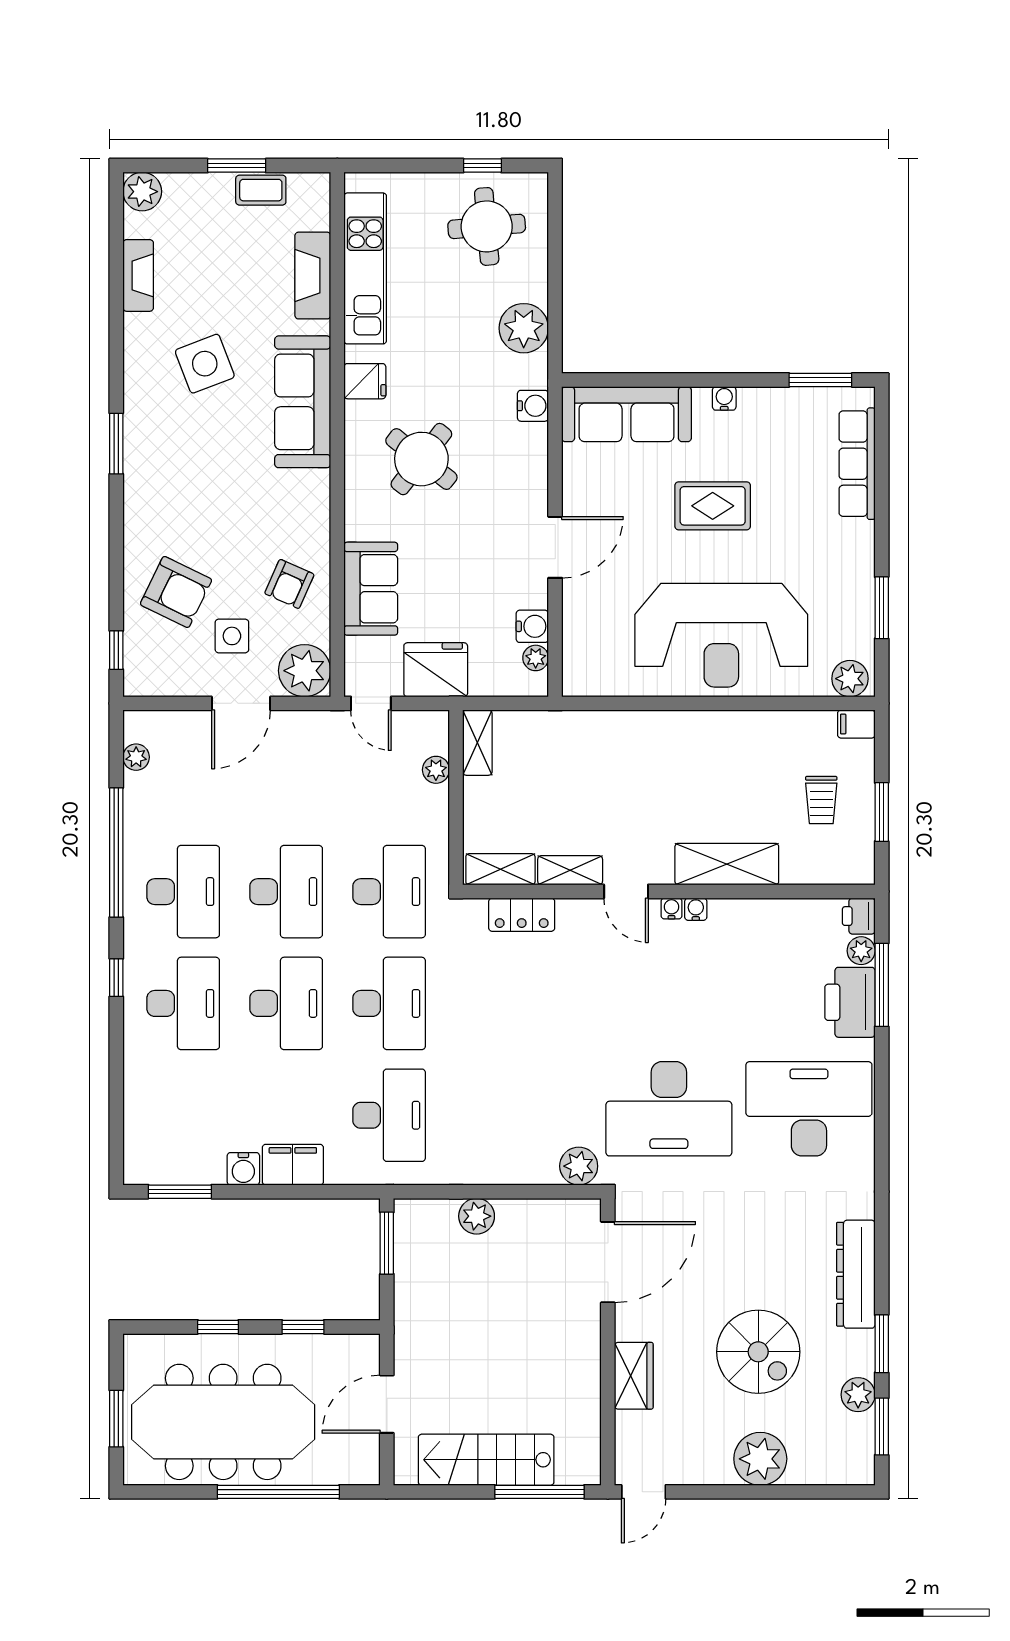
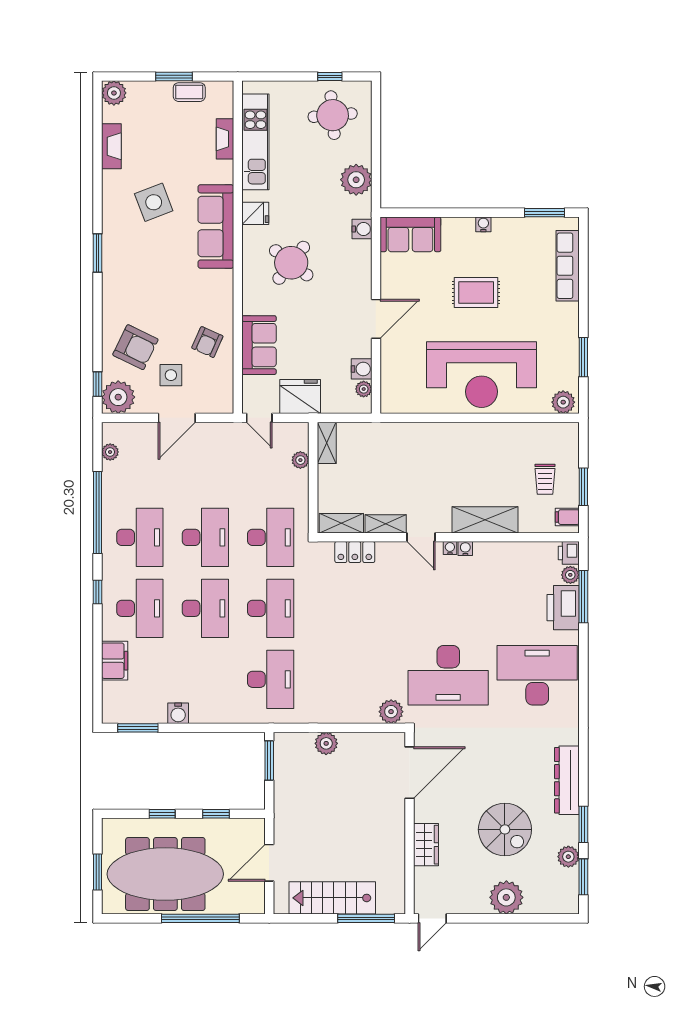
fireplace: (313, 276) -> (225, 139), width x0.73, depth x0.76
sofa: (627, 414) -> (410, 234), width x0.73
plant: (305, 671) -> (118, 397), moved
filing cabinet: (856, 724) -> (567, 517), moved
filing cabinet: (293, 1165) -> (115, 661), moved, turned 90

